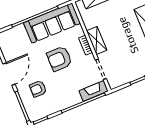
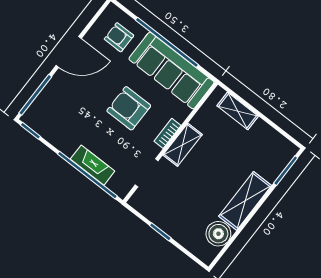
armchair: (38, 89) -> (119, 37), moved
fireplace: (94, 91) -> (93, 165), moved

